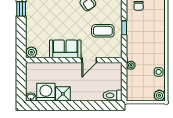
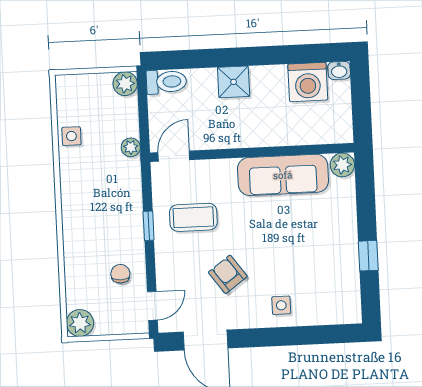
sofa: (65, 49) -> (283, 175), width x1.36
door: (89, 60) -> (174, 156), moved
shower: (63, 94) -> (234, 82), moved
plant: (159, 95) -> (125, 84), moved

